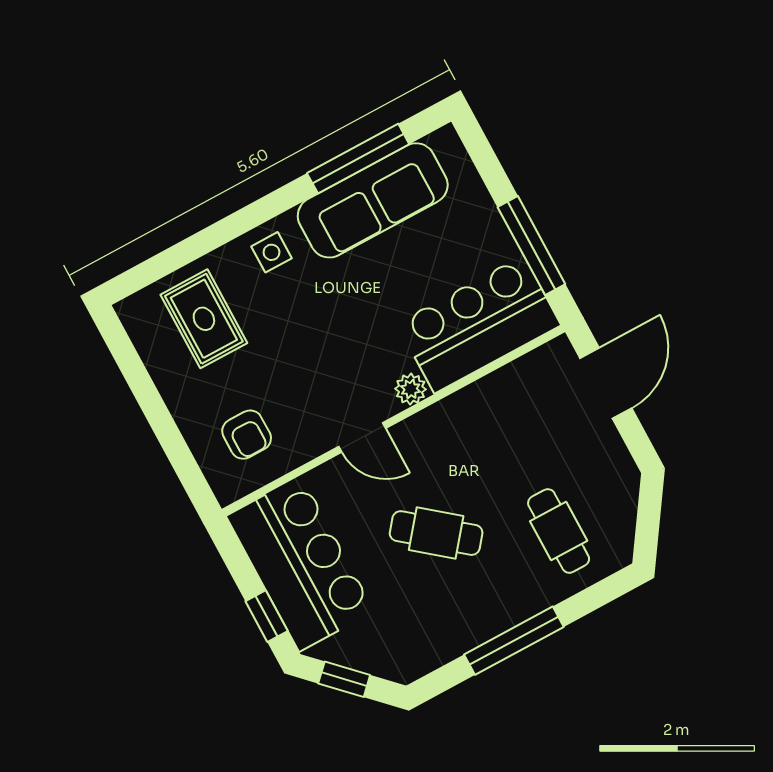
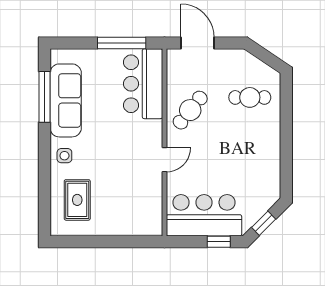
rug: (204, 319) -> (77, 200), turned 90
plant: (411, 389) -> (155, 128), removed
armchair: (247, 435) -> (137, 208), removed
cafe table: (436, 533) -> (190, 110), moved
window: (514, 641) -> (286, 142), removed

